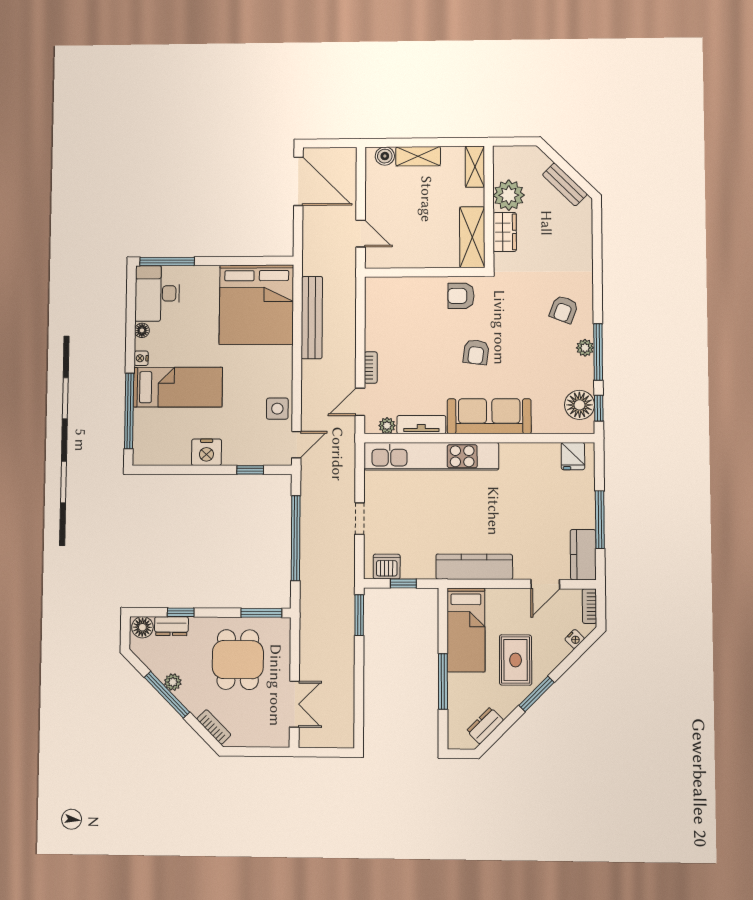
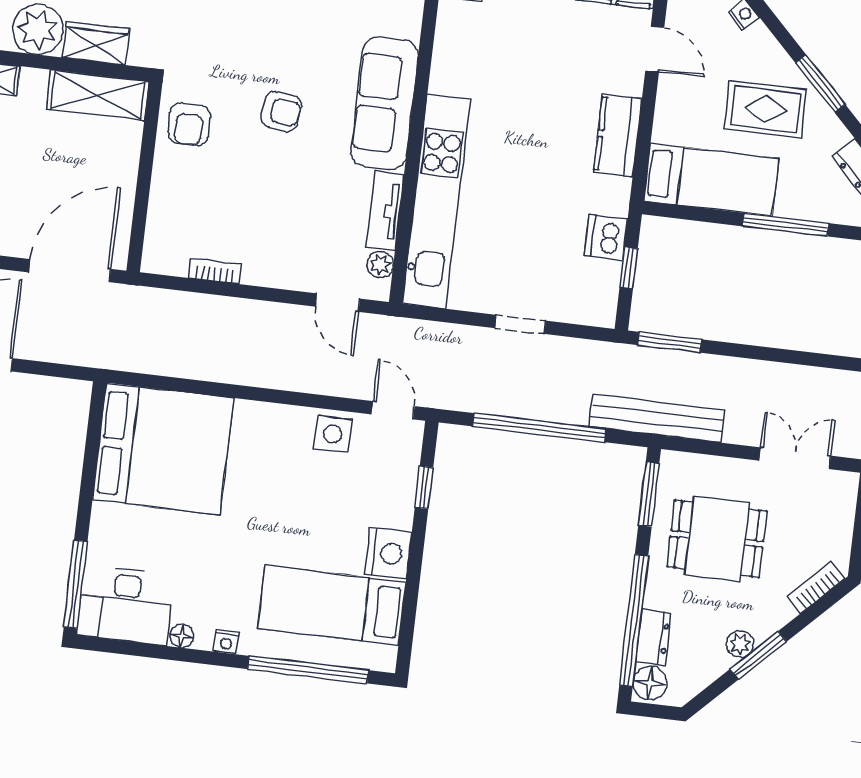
door: (361, 234) -> (70, 271), width x1.88
bench: (312, 318) -> (657, 418), moved
bookcase: (371, 368) -> (215, 271), moved
bed: (178, 387) -> (332, 605), moved, turned -90
dishwasher: (387, 567) -> (606, 238), moved
kitchen counter: (474, 567) -> (618, 136), width x0.67
window: (181, 612) -> (634, 621), width x3.17
window: (167, 695) -> (758, 655), width x0.69

